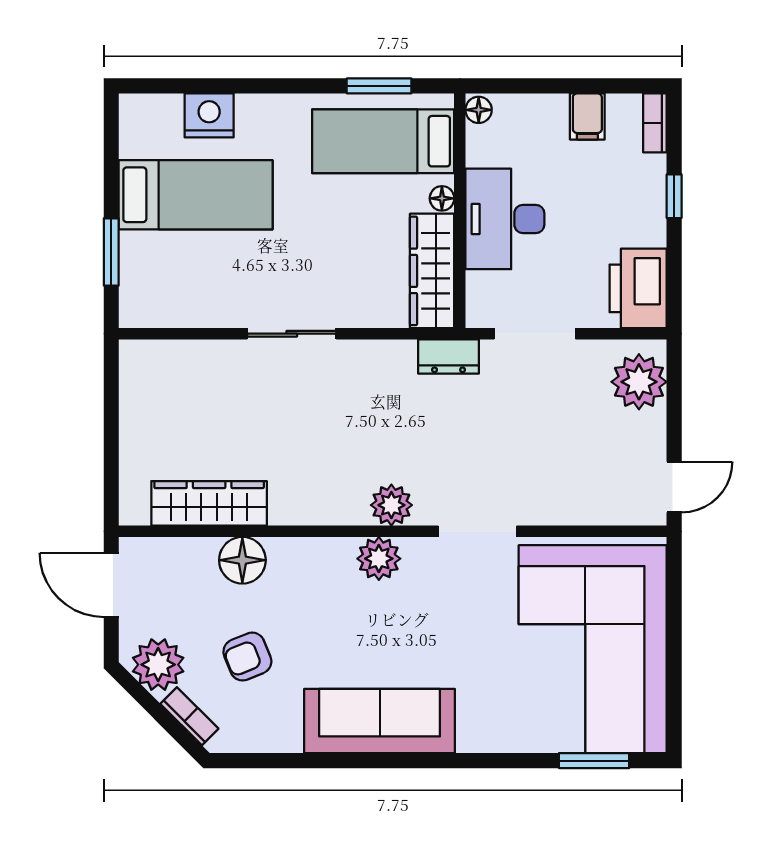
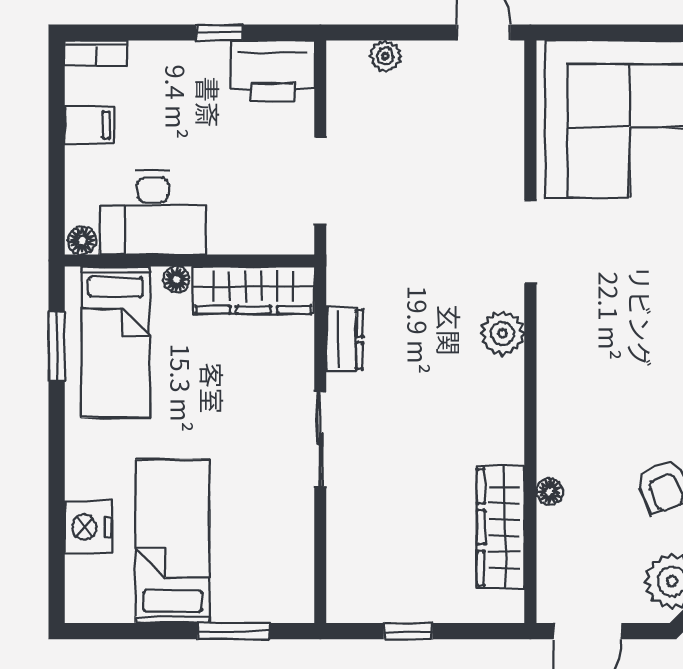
window: (674, 196) -> (220, 33), moved
desk: (505, 219) -> (153, 213), moved
dresser: (449, 356) -> (344, 339), moved
plant: (639, 382) -> (385, 56), width x0.53, depth x0.53
window: (111, 416) -> (408, 631), added
plant: (379, 559) -> (559, 347), removed
floor lamp: (242, 560) -> (550, 492), width x0.53, depth x0.53

